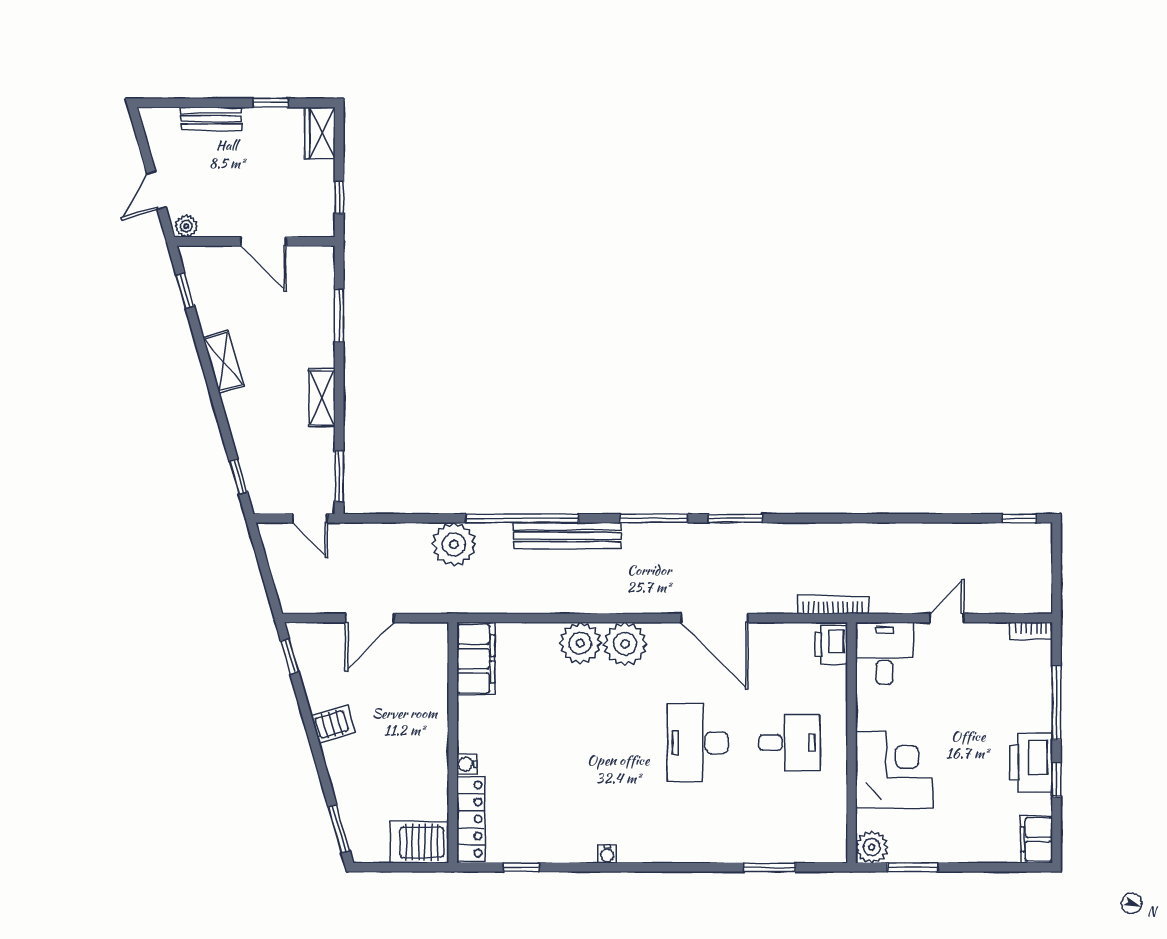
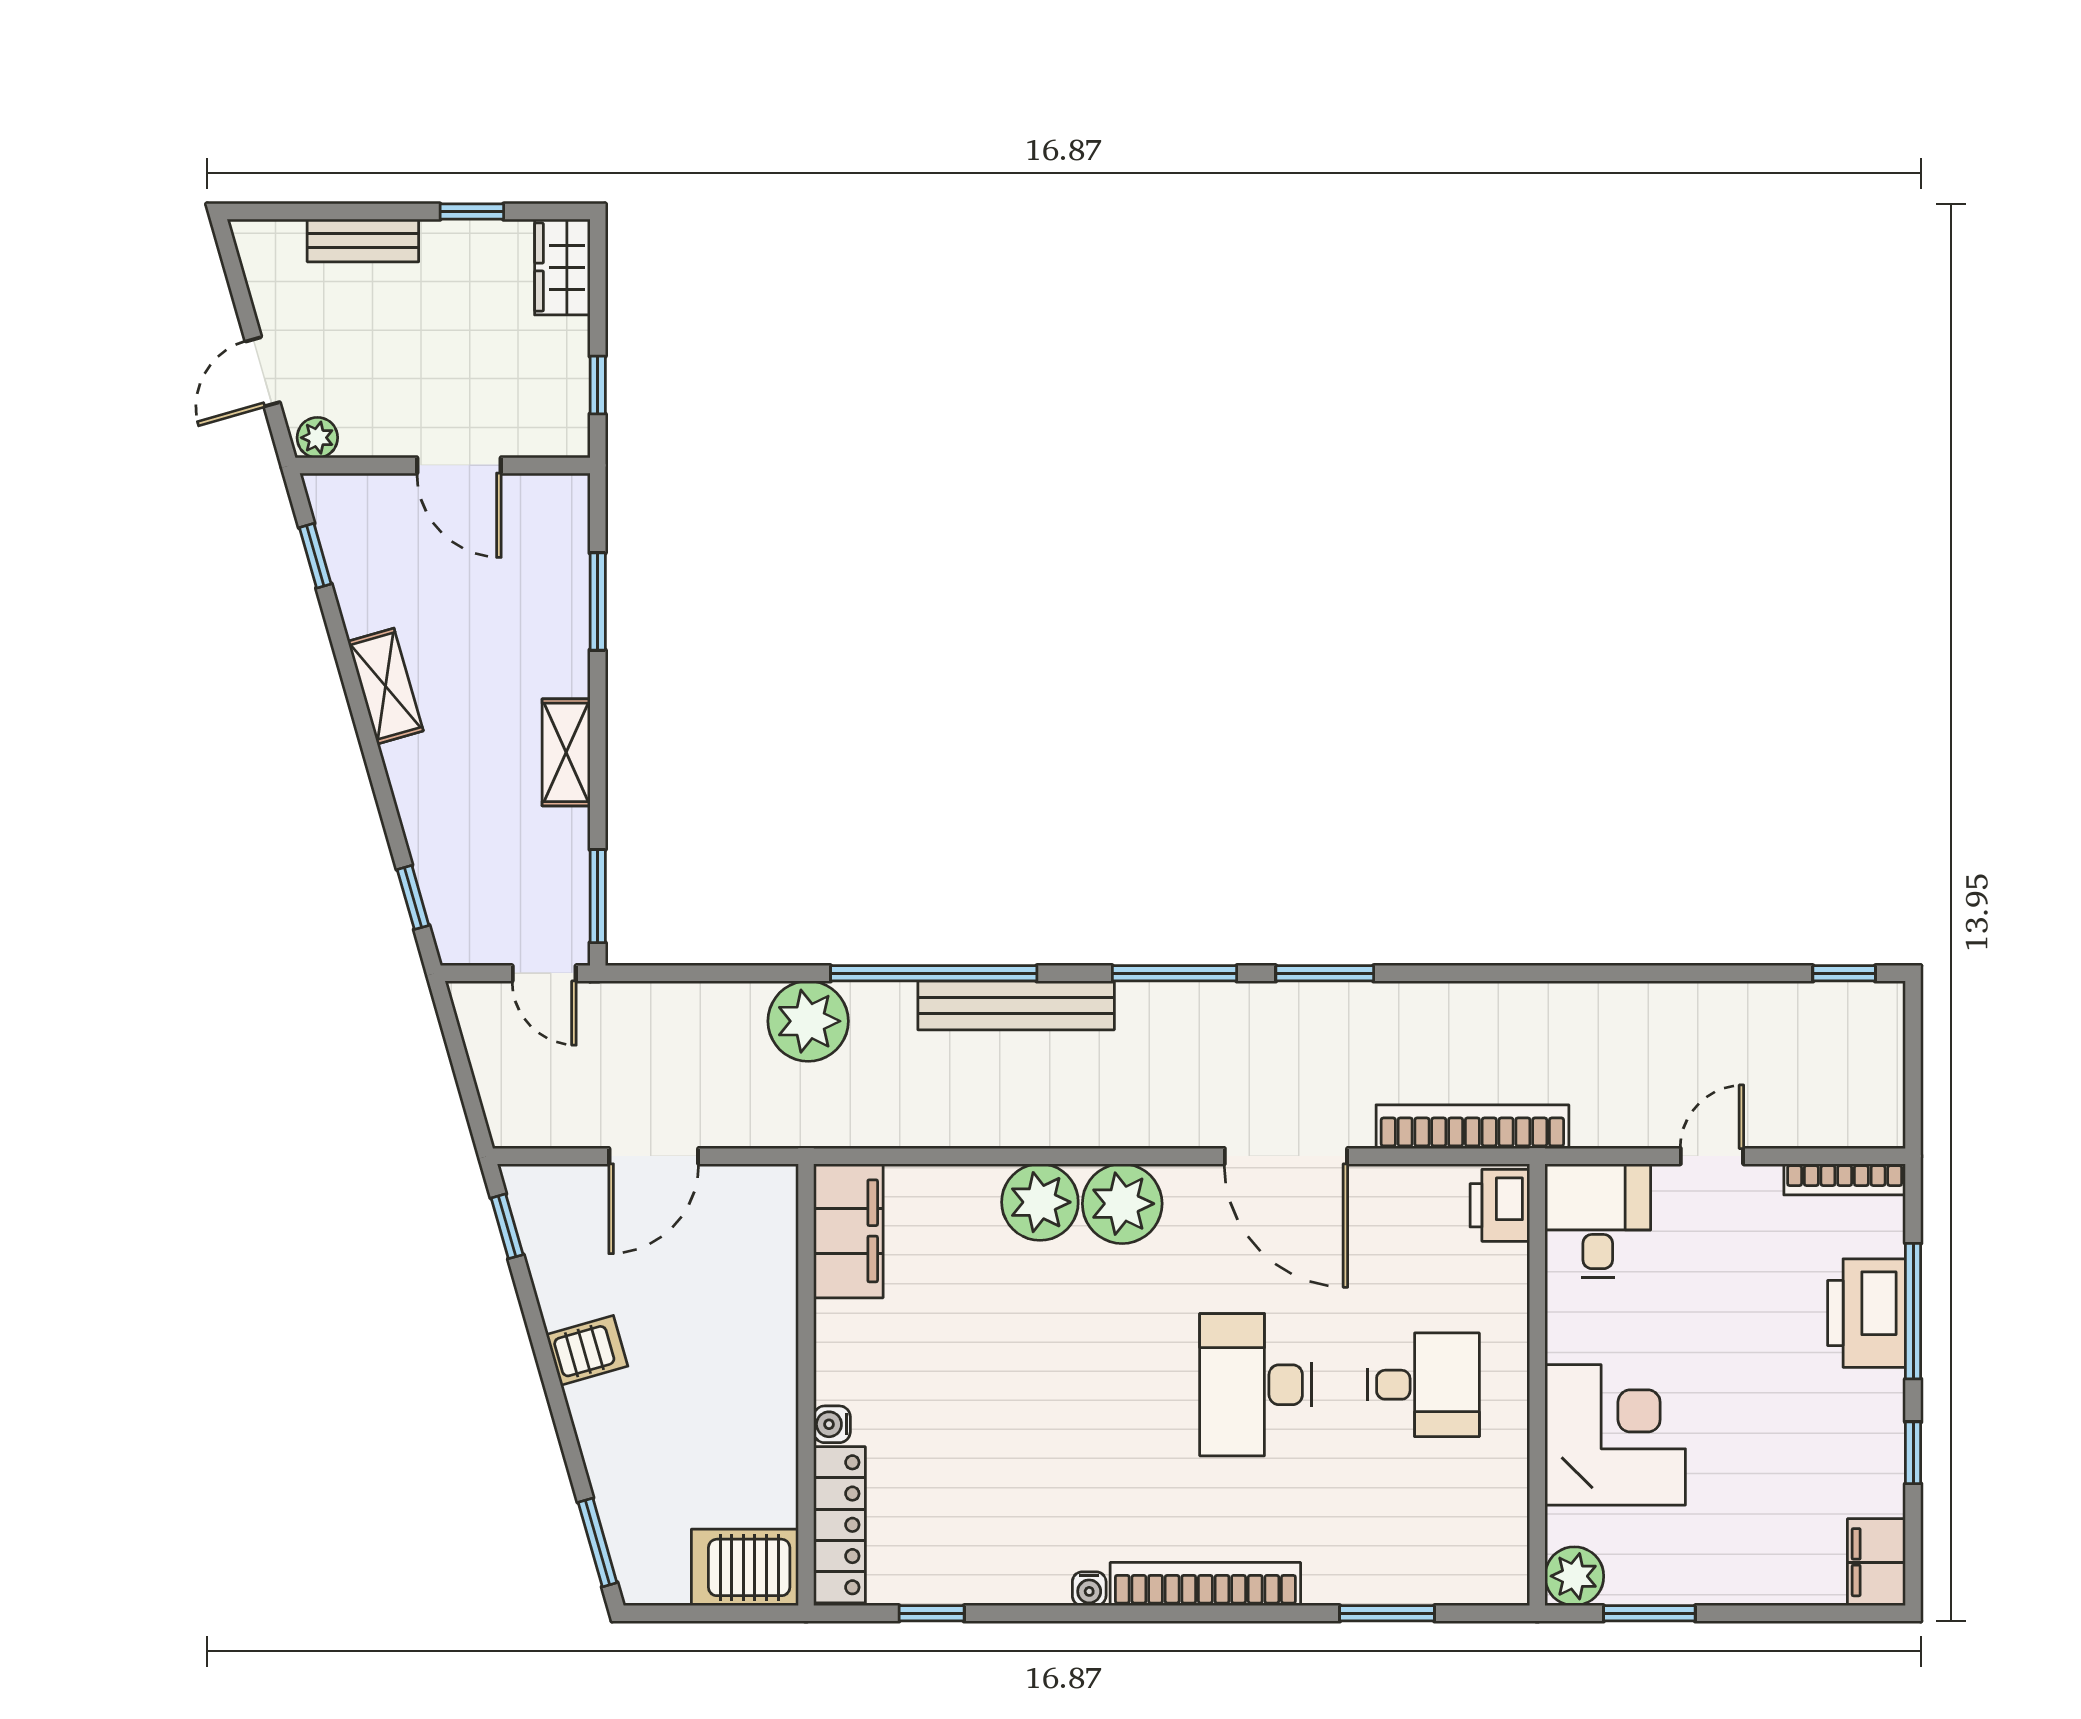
bookcase: (833, 605) -> (1472, 1127), width x1.48, depth x1.31
bookcase: (1031, 631) -> (1845, 1179), width x1.56
printer: (1031, 763) -> (1867, 1313), moved
bookcase: (671, 851) -> (1205, 1584), added

